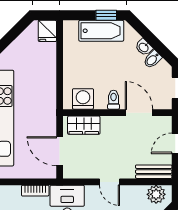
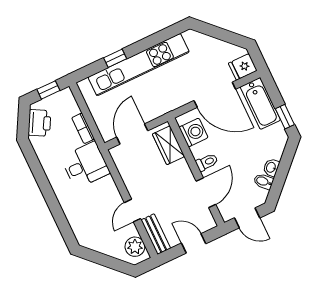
bathtub: (101, 31) -> (260, 103), moved
door: (60, 66) -> (215, 95), added
door: (110, 182) -> (132, 211), moved

